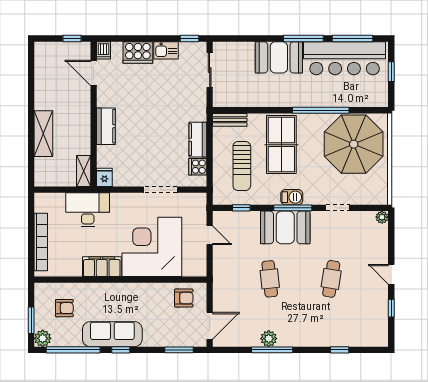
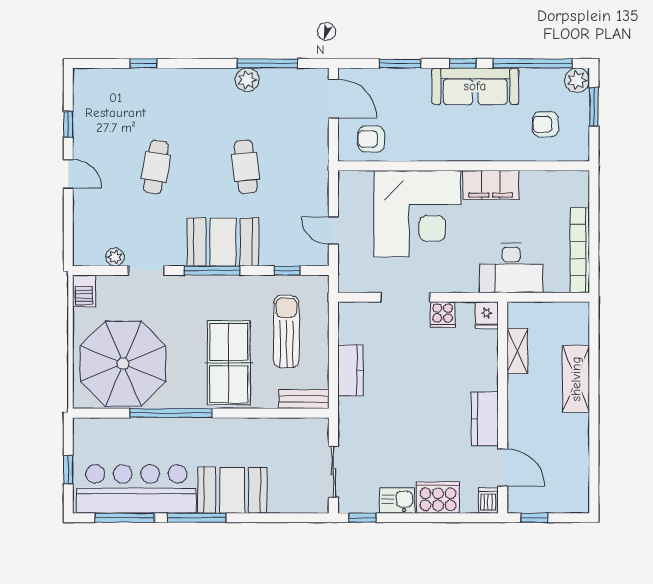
kitchen counter: (106, 126) -> (485, 419), moved
cooker: (198, 167) -> (443, 315), moved, turned 90
shelving: (84, 171) -> (517, 351), moved
barbecue: (292, 197) -> (84, 291), moved, turned -90
plant: (382, 217) -> (115, 257), moved
bookcase: (41, 242) -> (580, 250), moved
door: (210, 326) -> (333, 99), swing flipped
window: (179, 350) -> (400, 63), moved
window: (272, 350) -> (268, 63), moved

